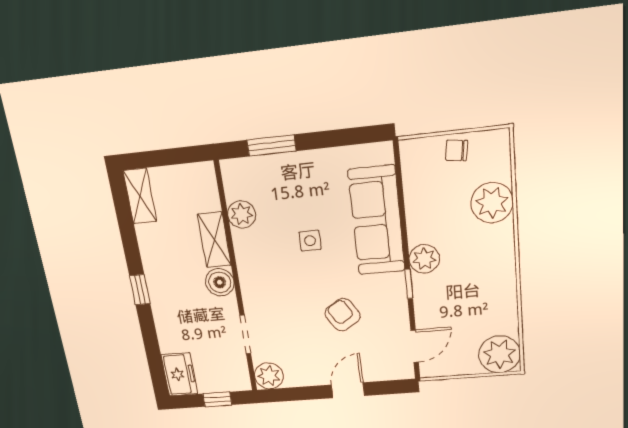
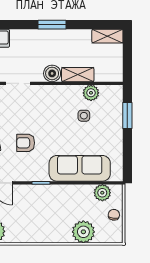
side table: (310, 241) -> (84, 116), moved
plant: (424, 259) -> (102, 193), moved
window: (140, 290) -> (52, 25), width x1.50
armchair: (343, 315) -> (26, 143), turned -148

